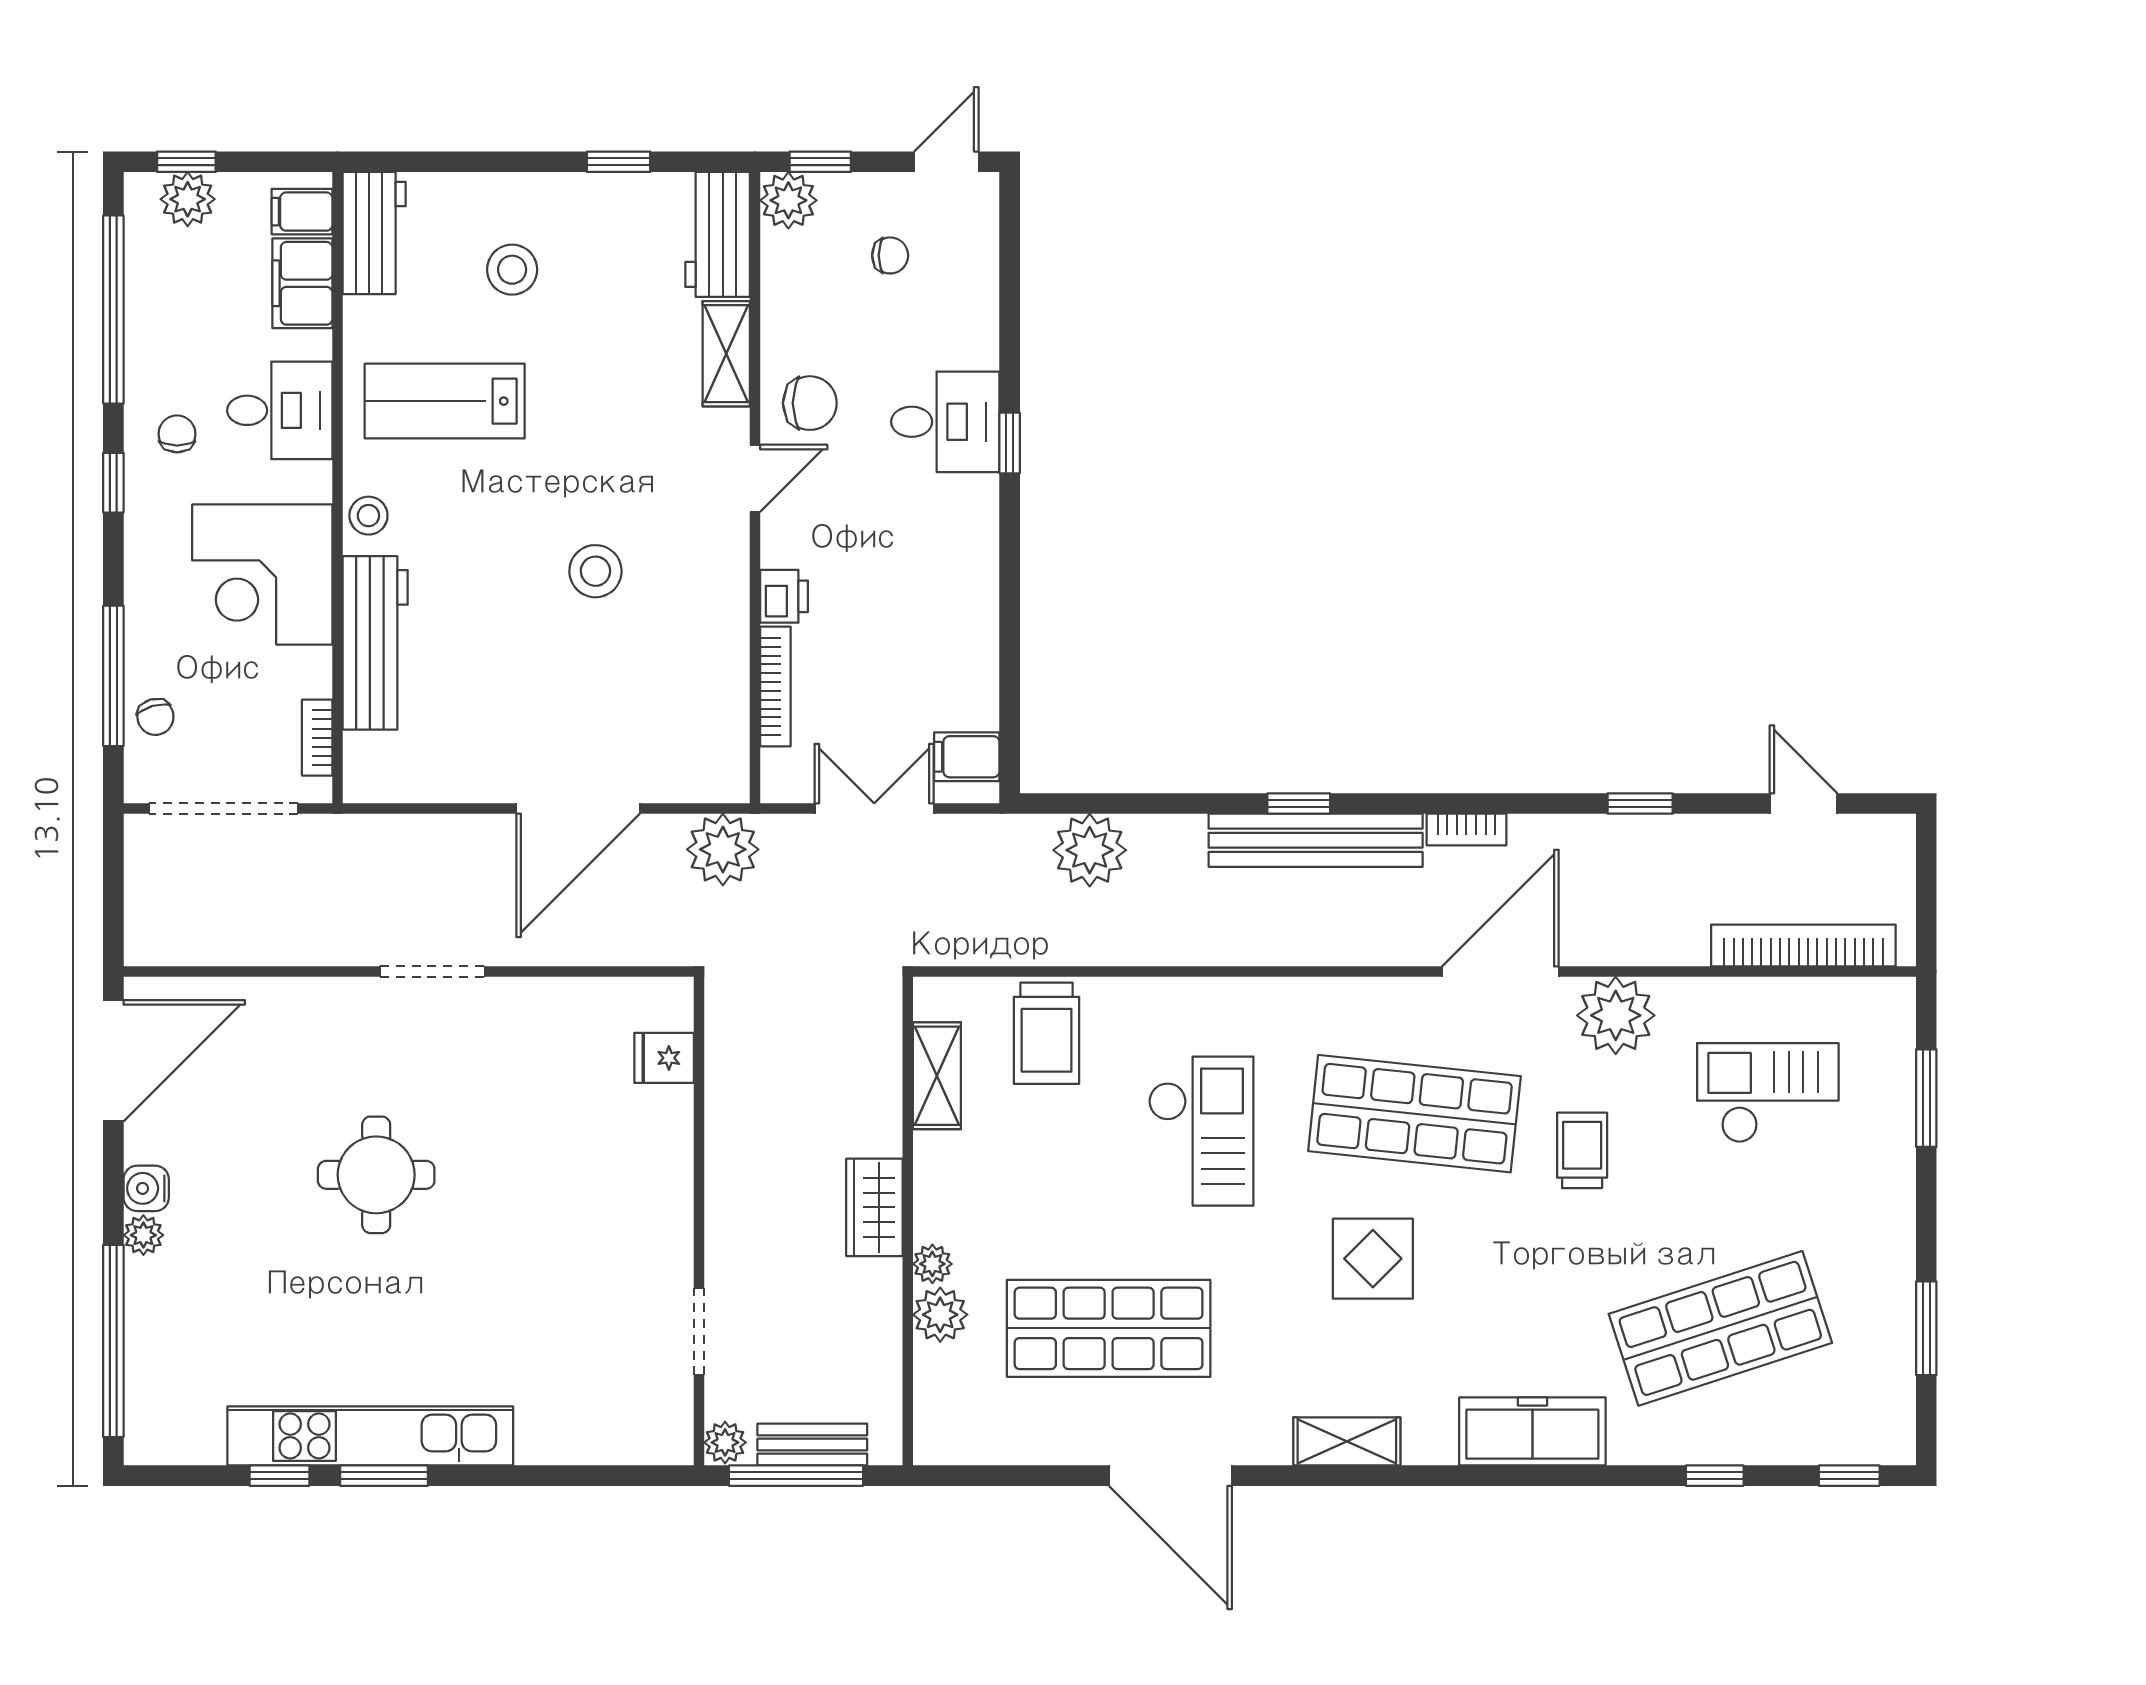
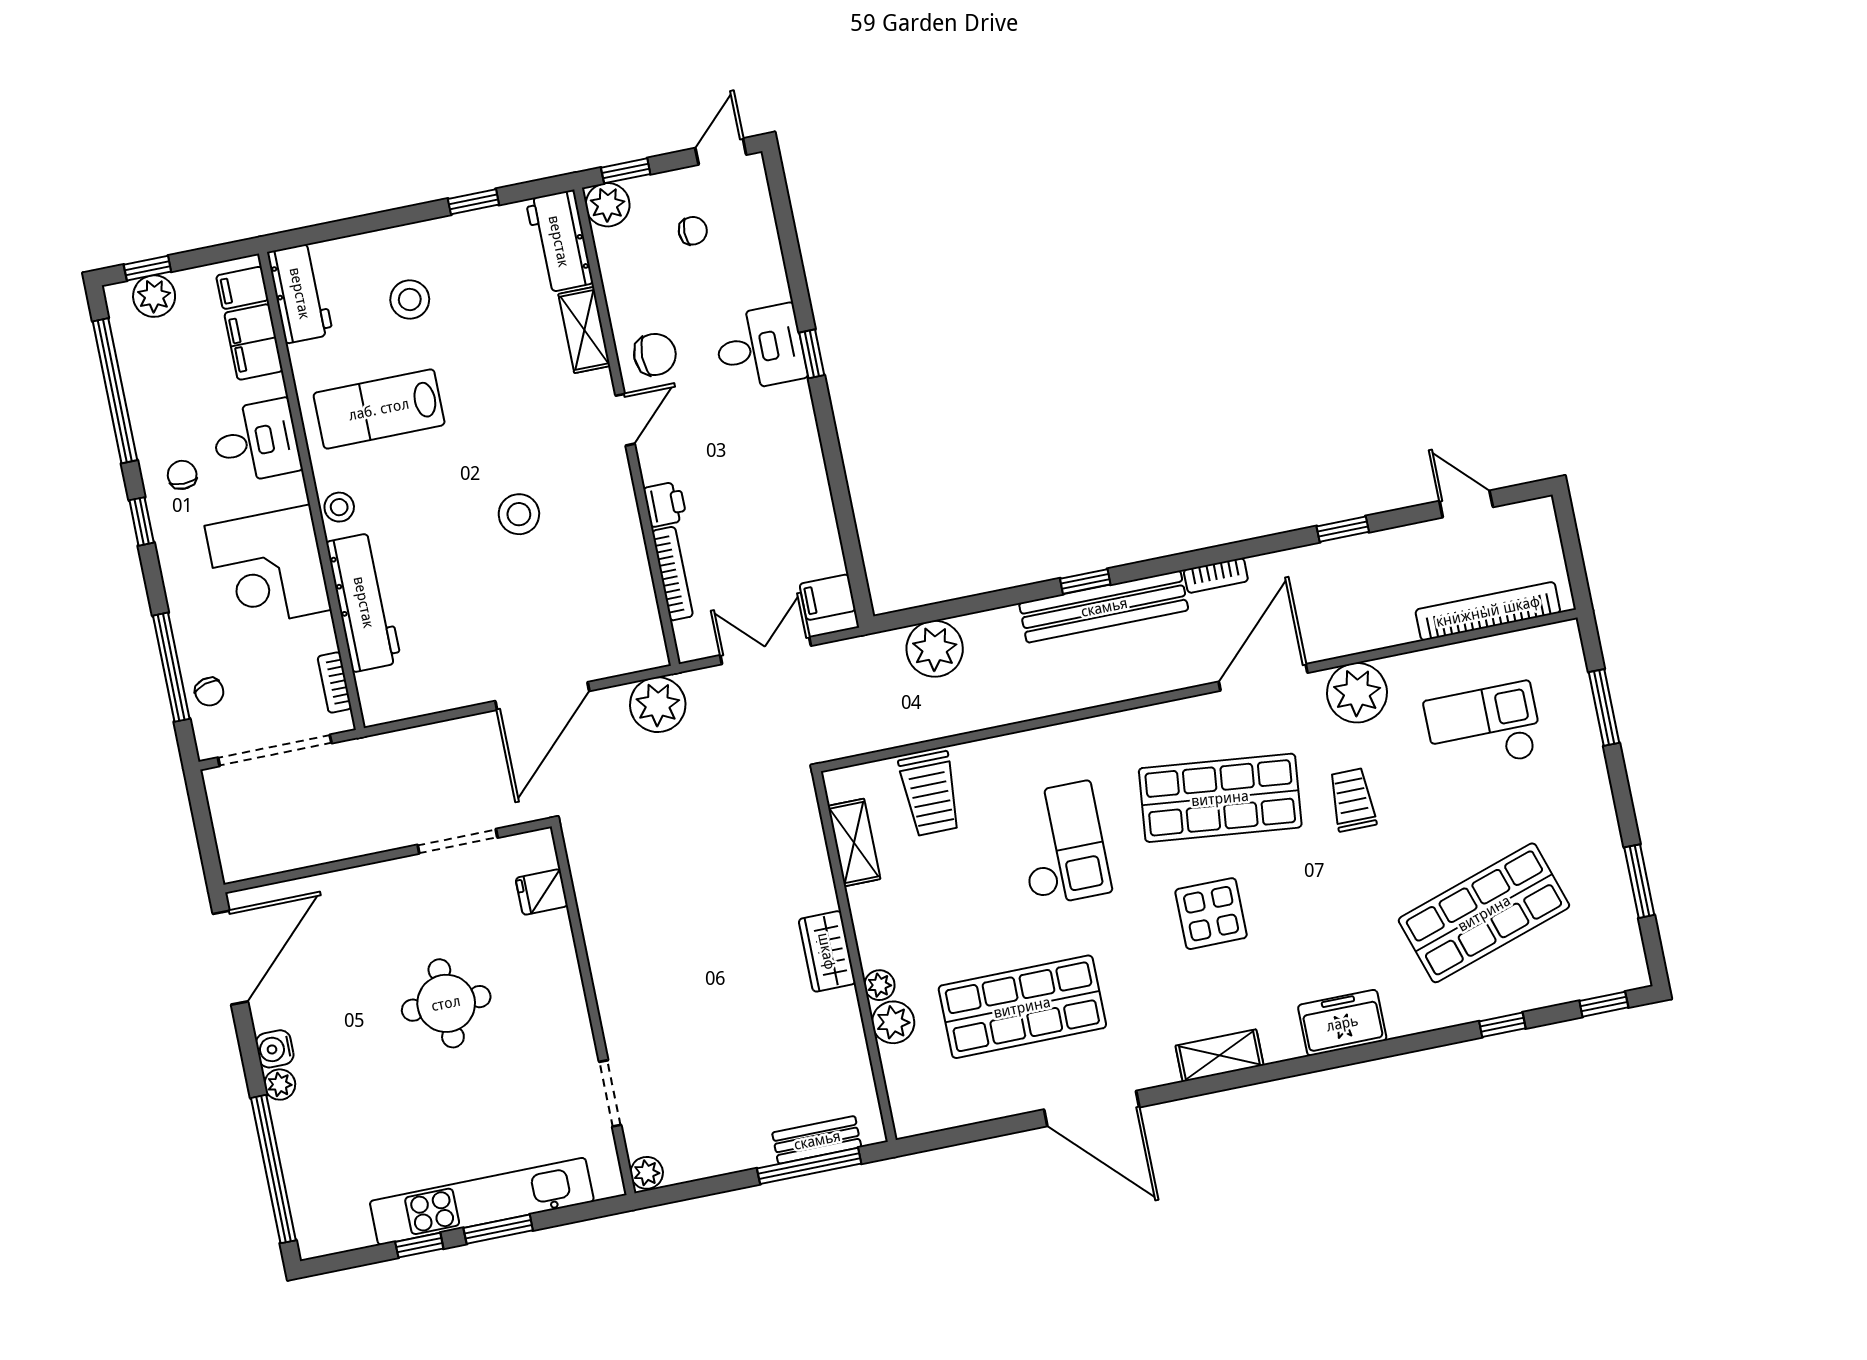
fridge: (664, 1058) -> (542, 892), moved
wall: (699, 1221) -> (593, 1010), moved
doorway: (699, 1332) -> (610, 1093), moved
freezer: (1532, 1431) -> (1342, 1023), width x0.71
plant: (725, 1442) -> (647, 1173), moved

